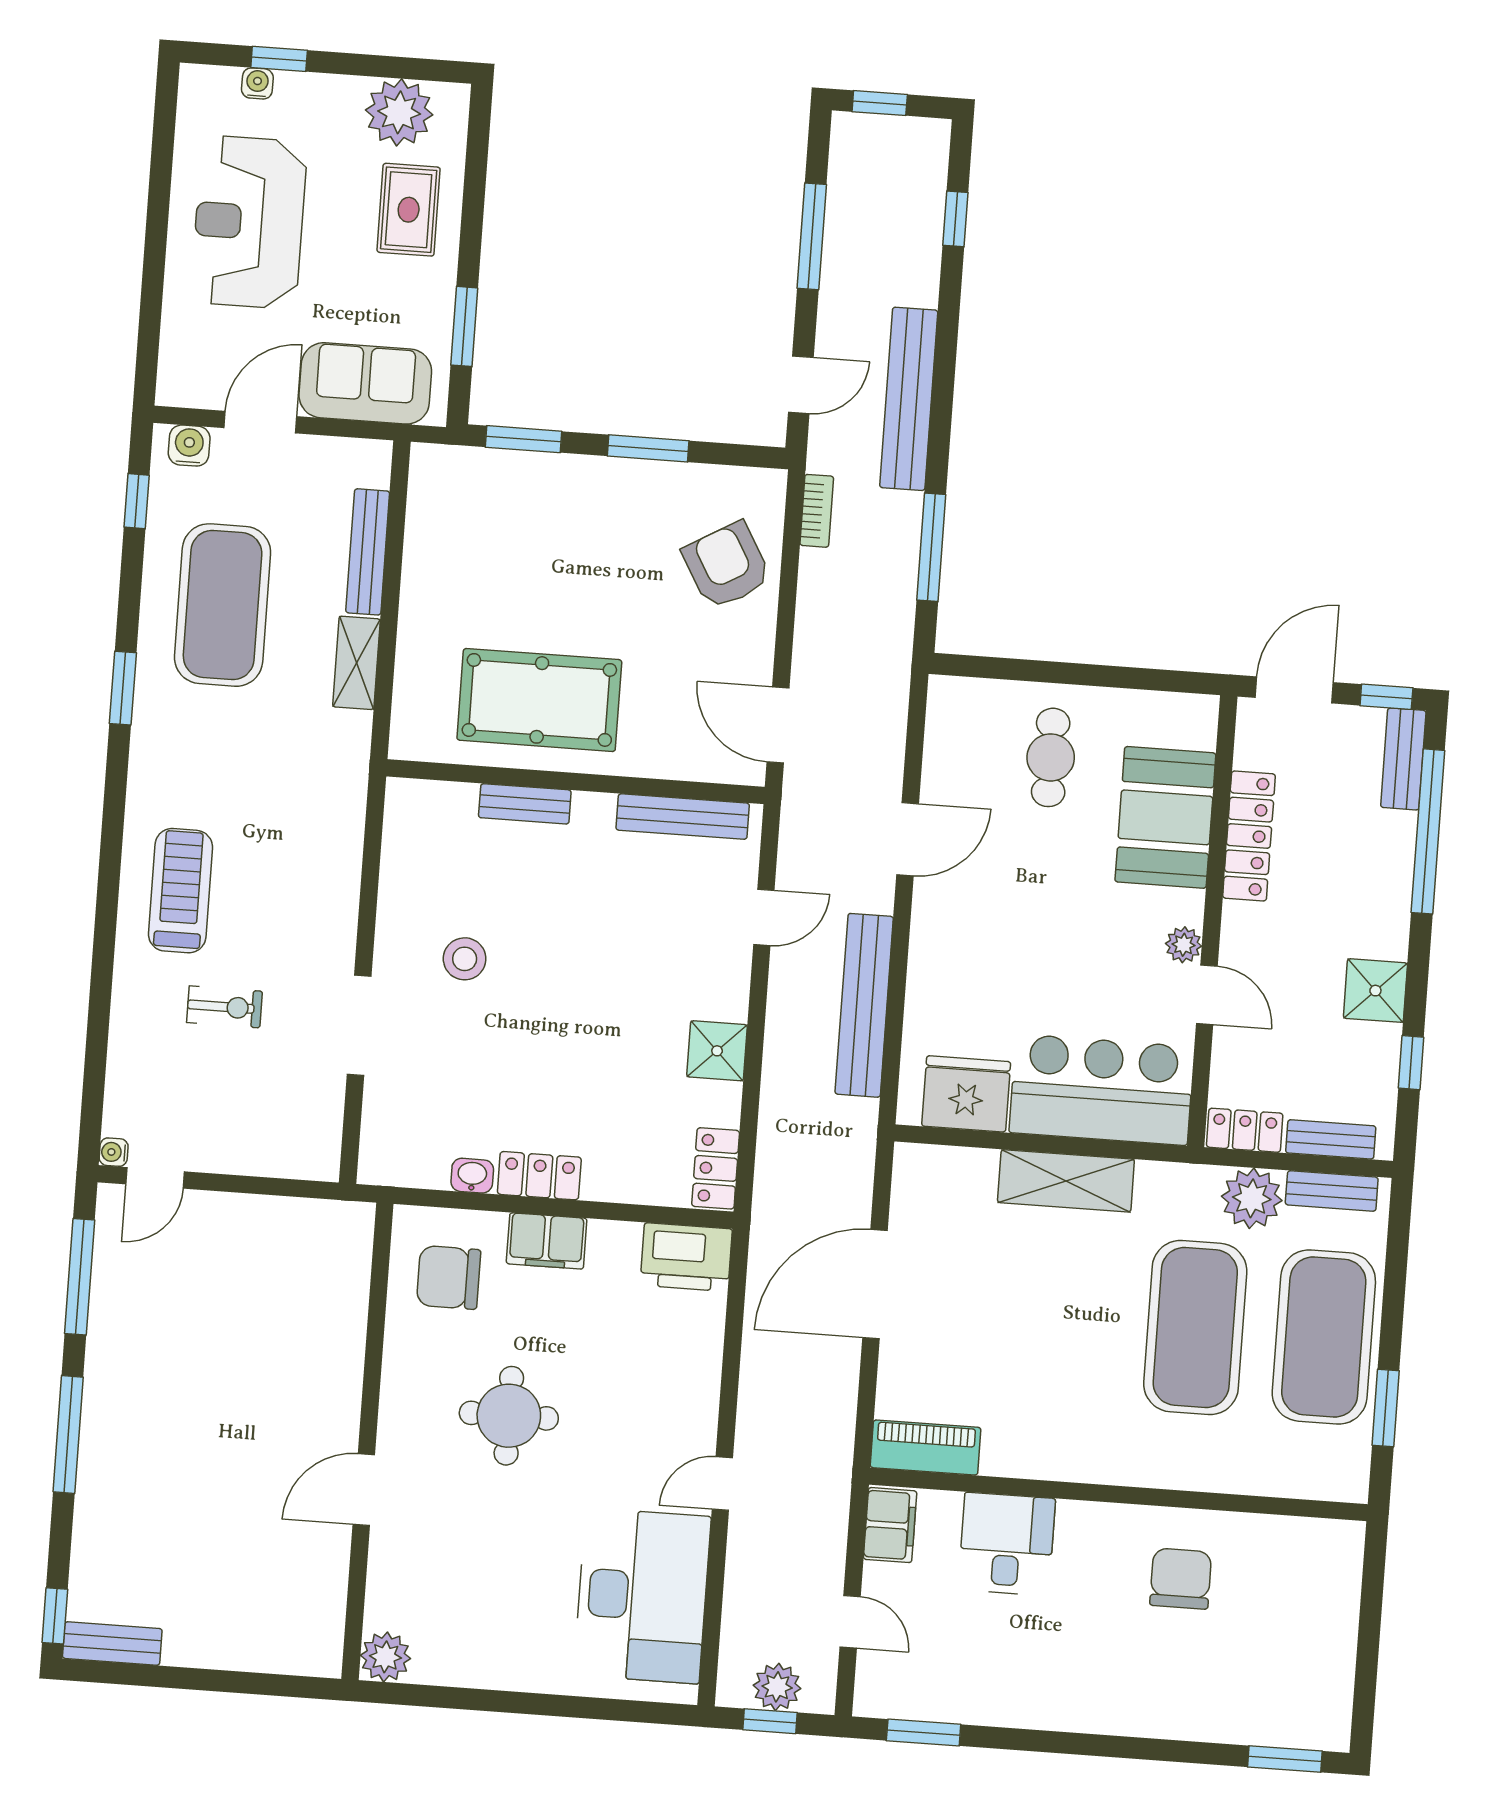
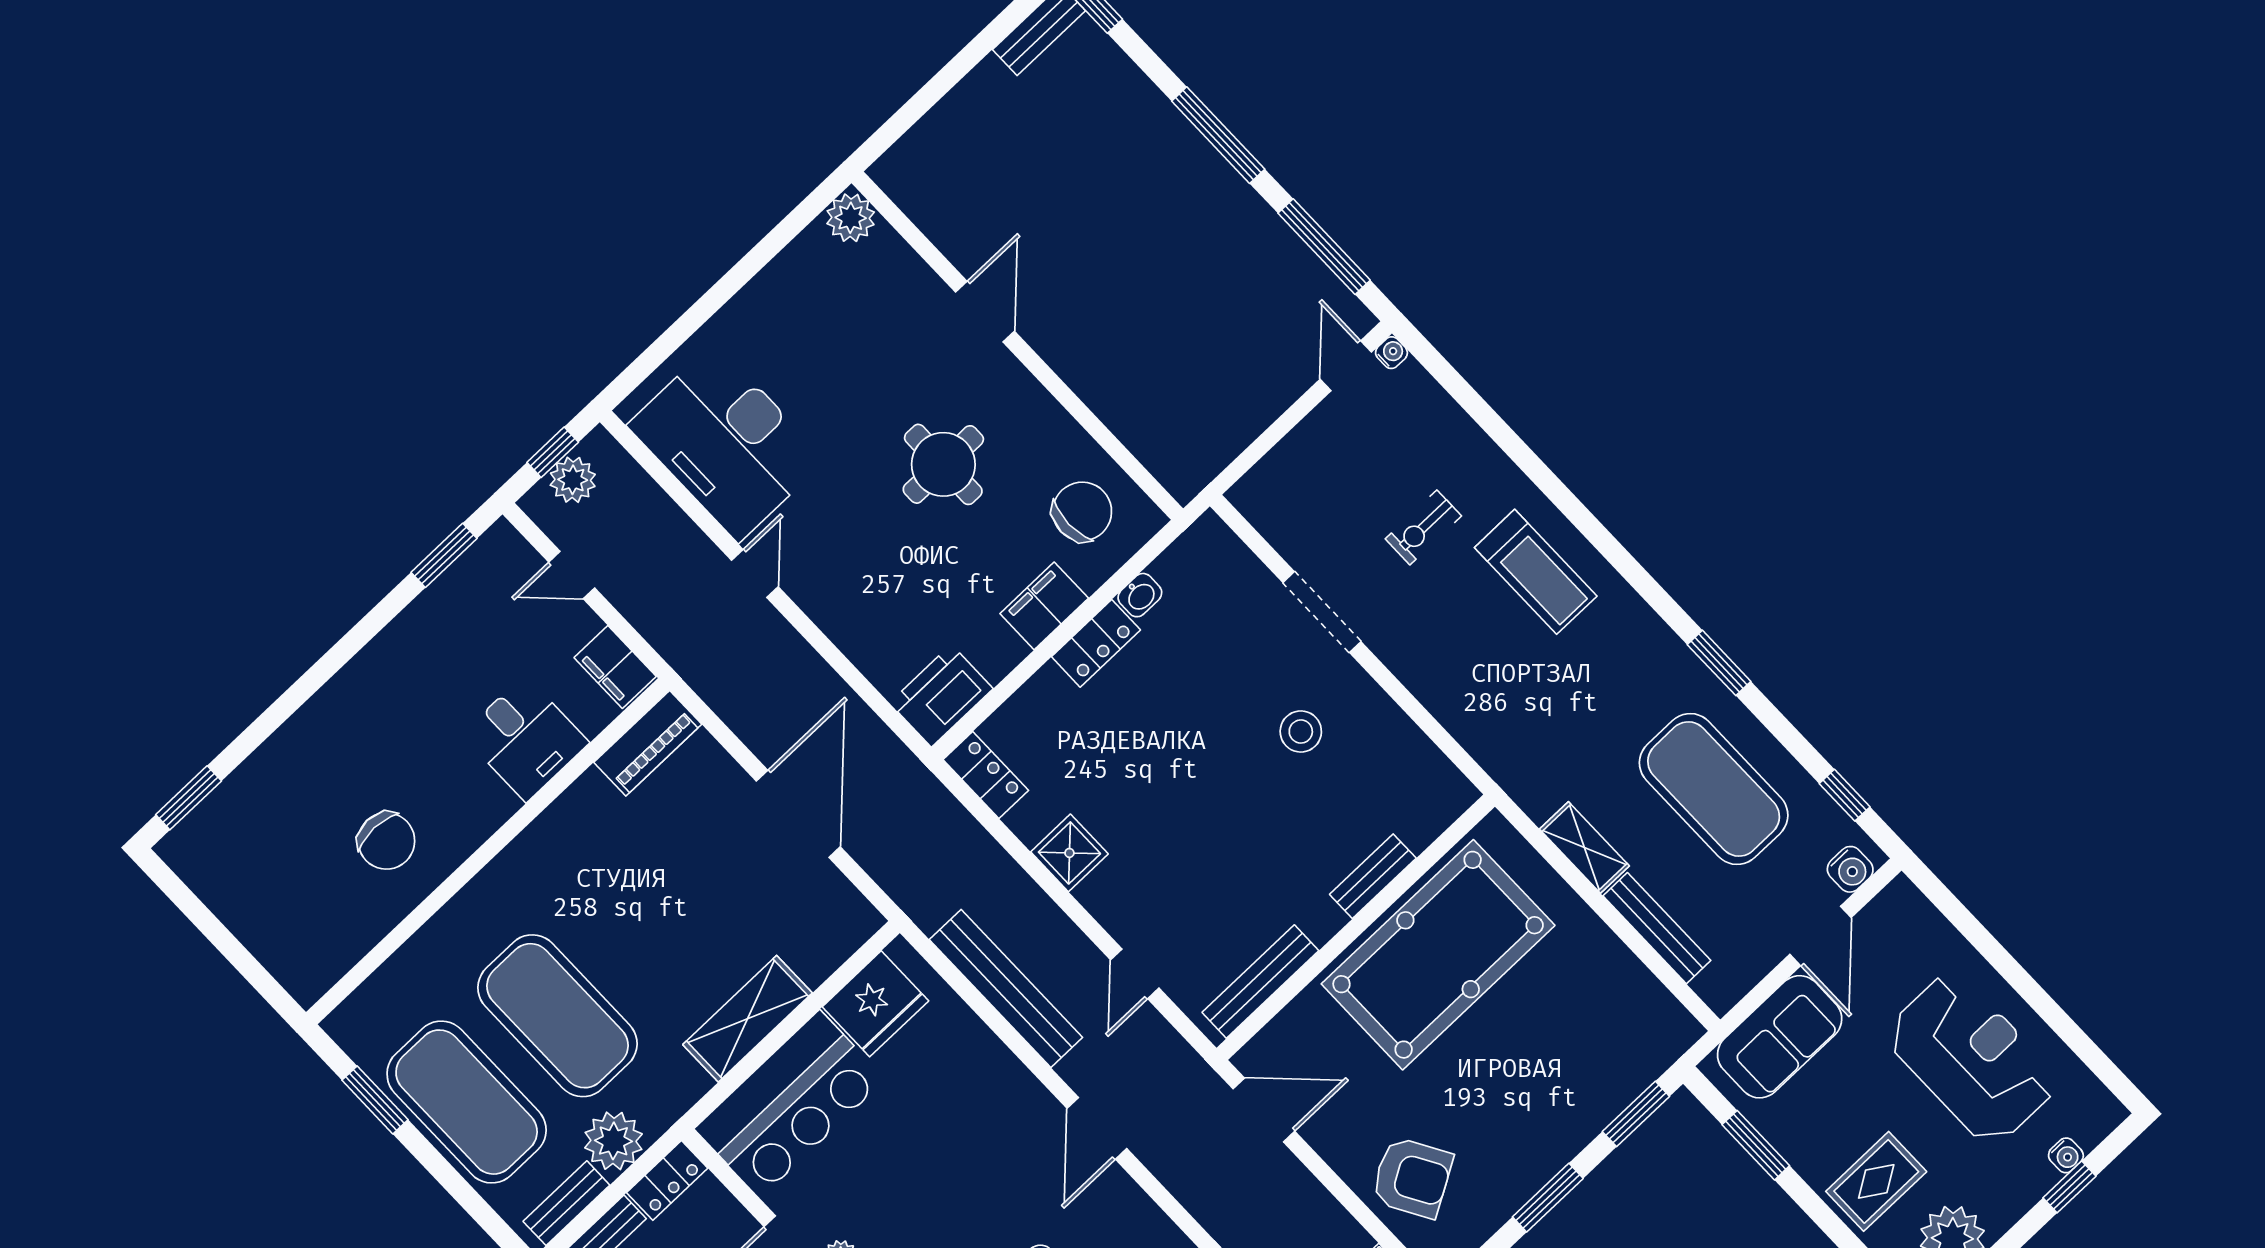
rug: (409, 210) -> (1876, 1181), turned 90
pool table: (539, 700) -> (1438, 955), width x1.36, depth x1.32

